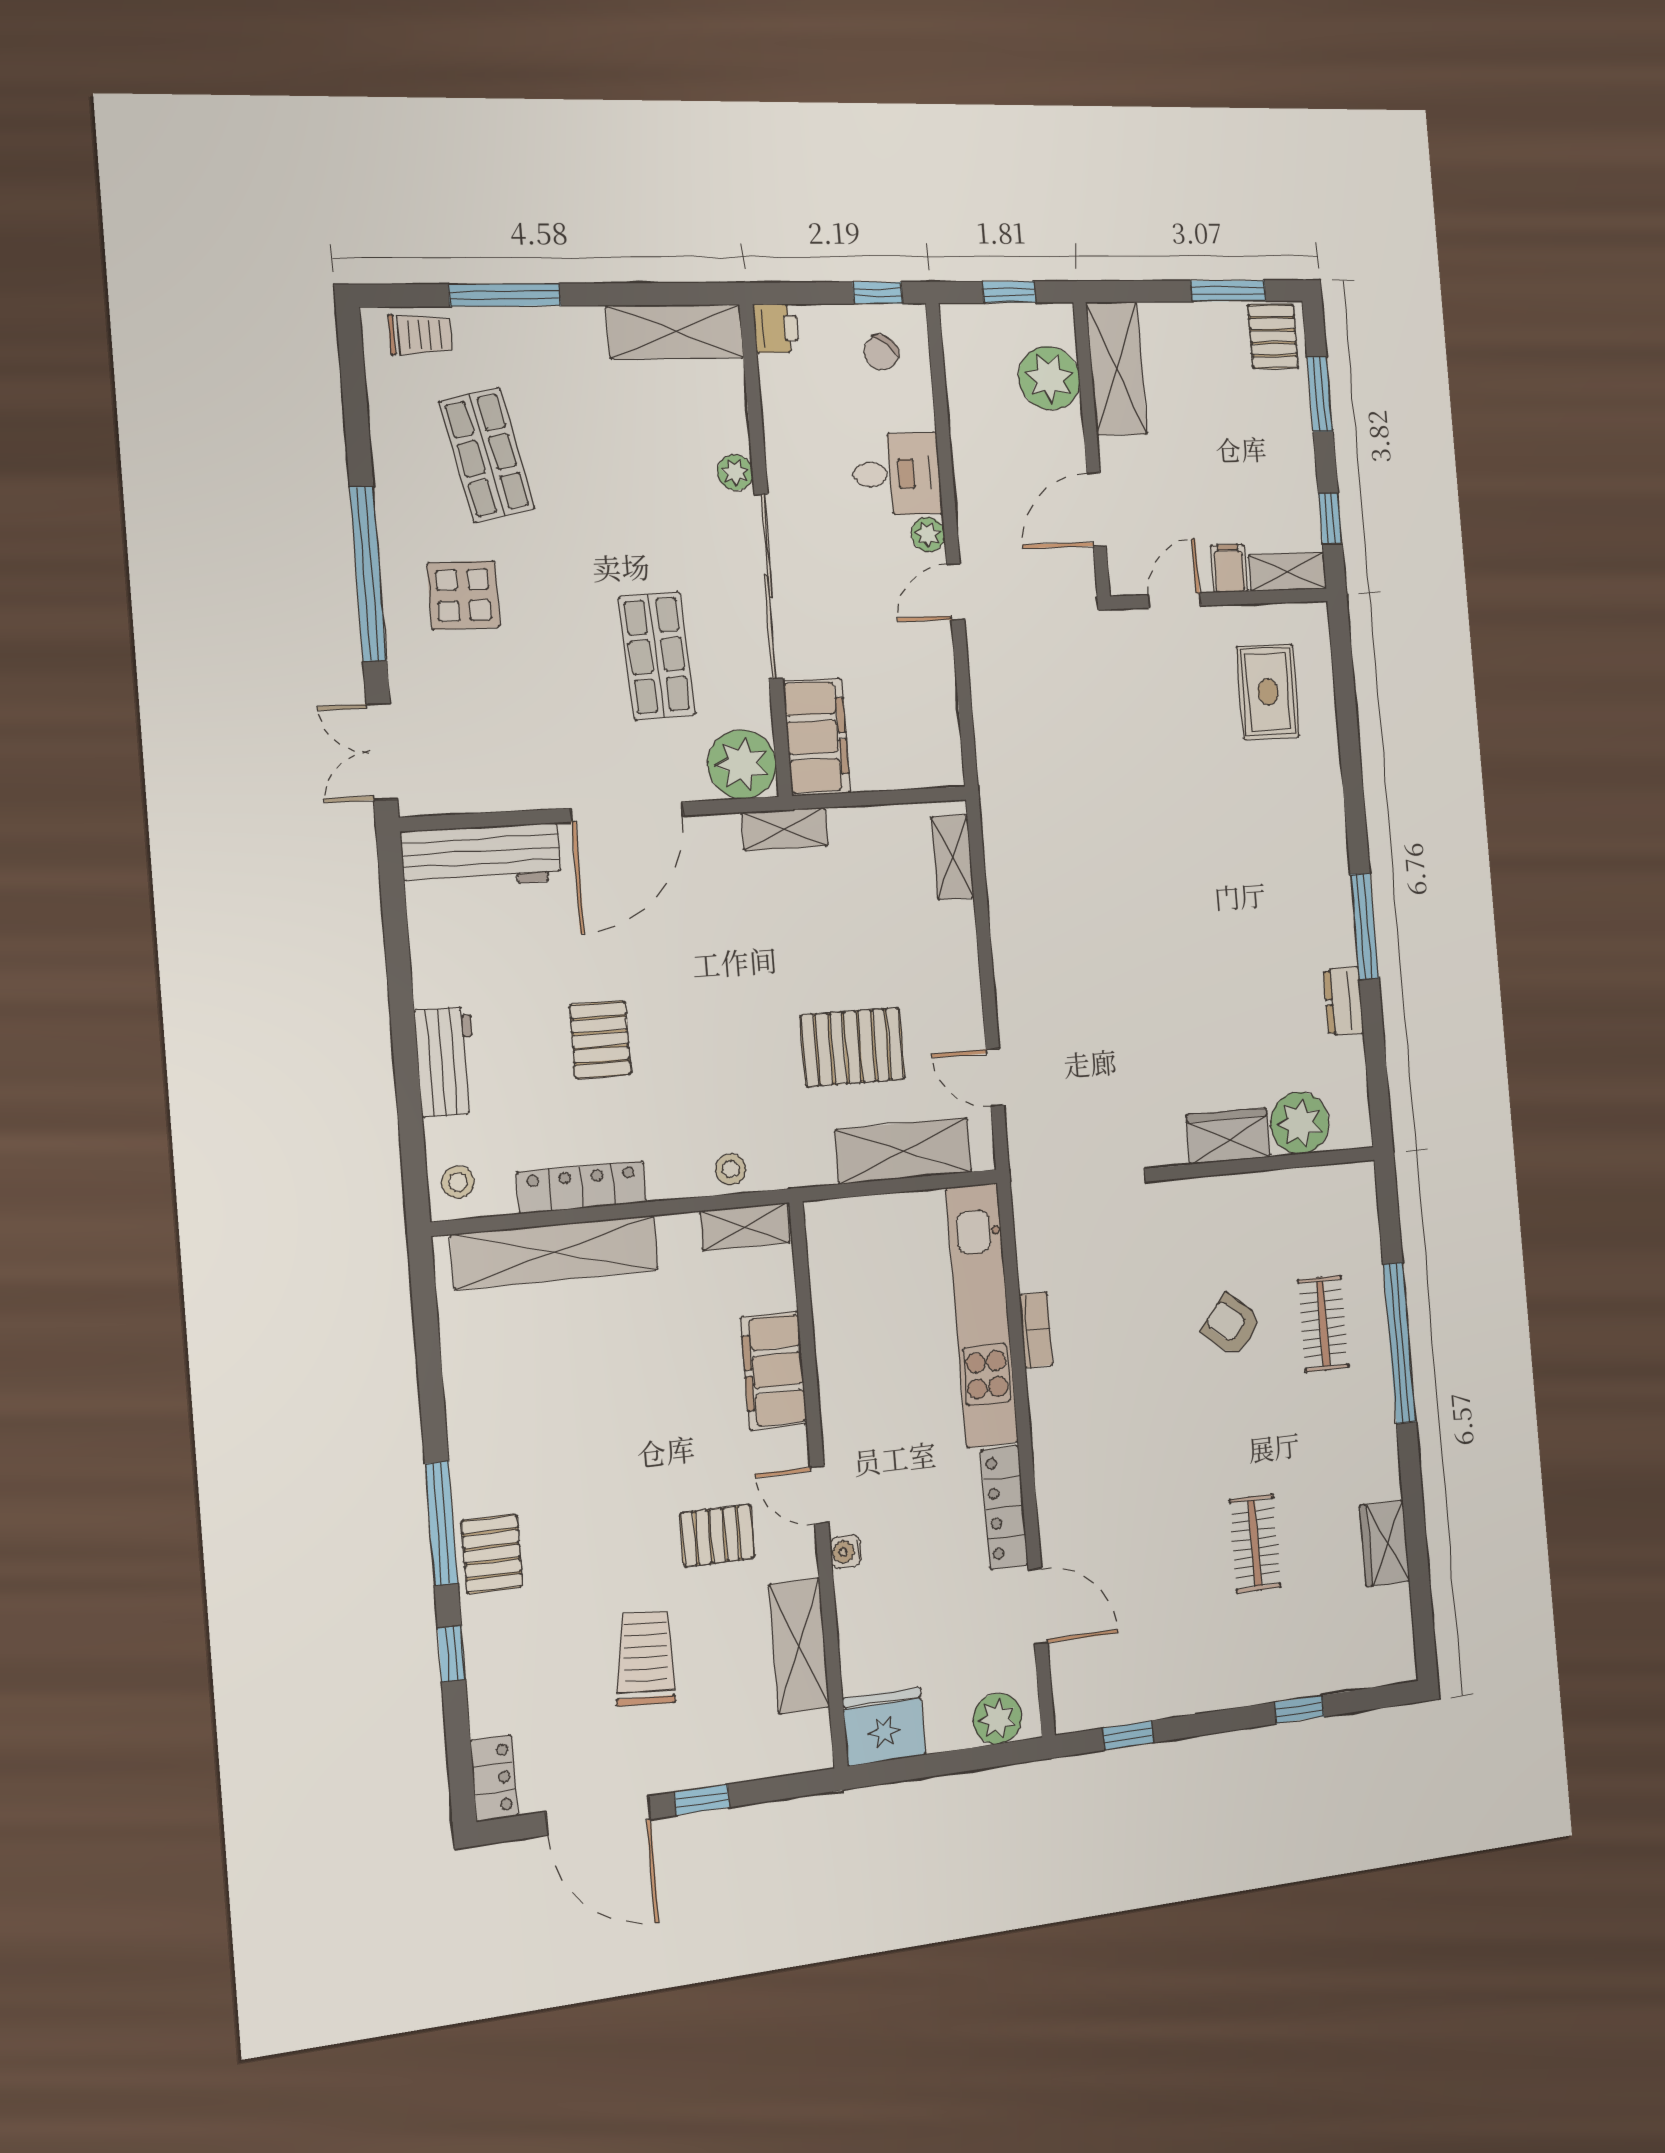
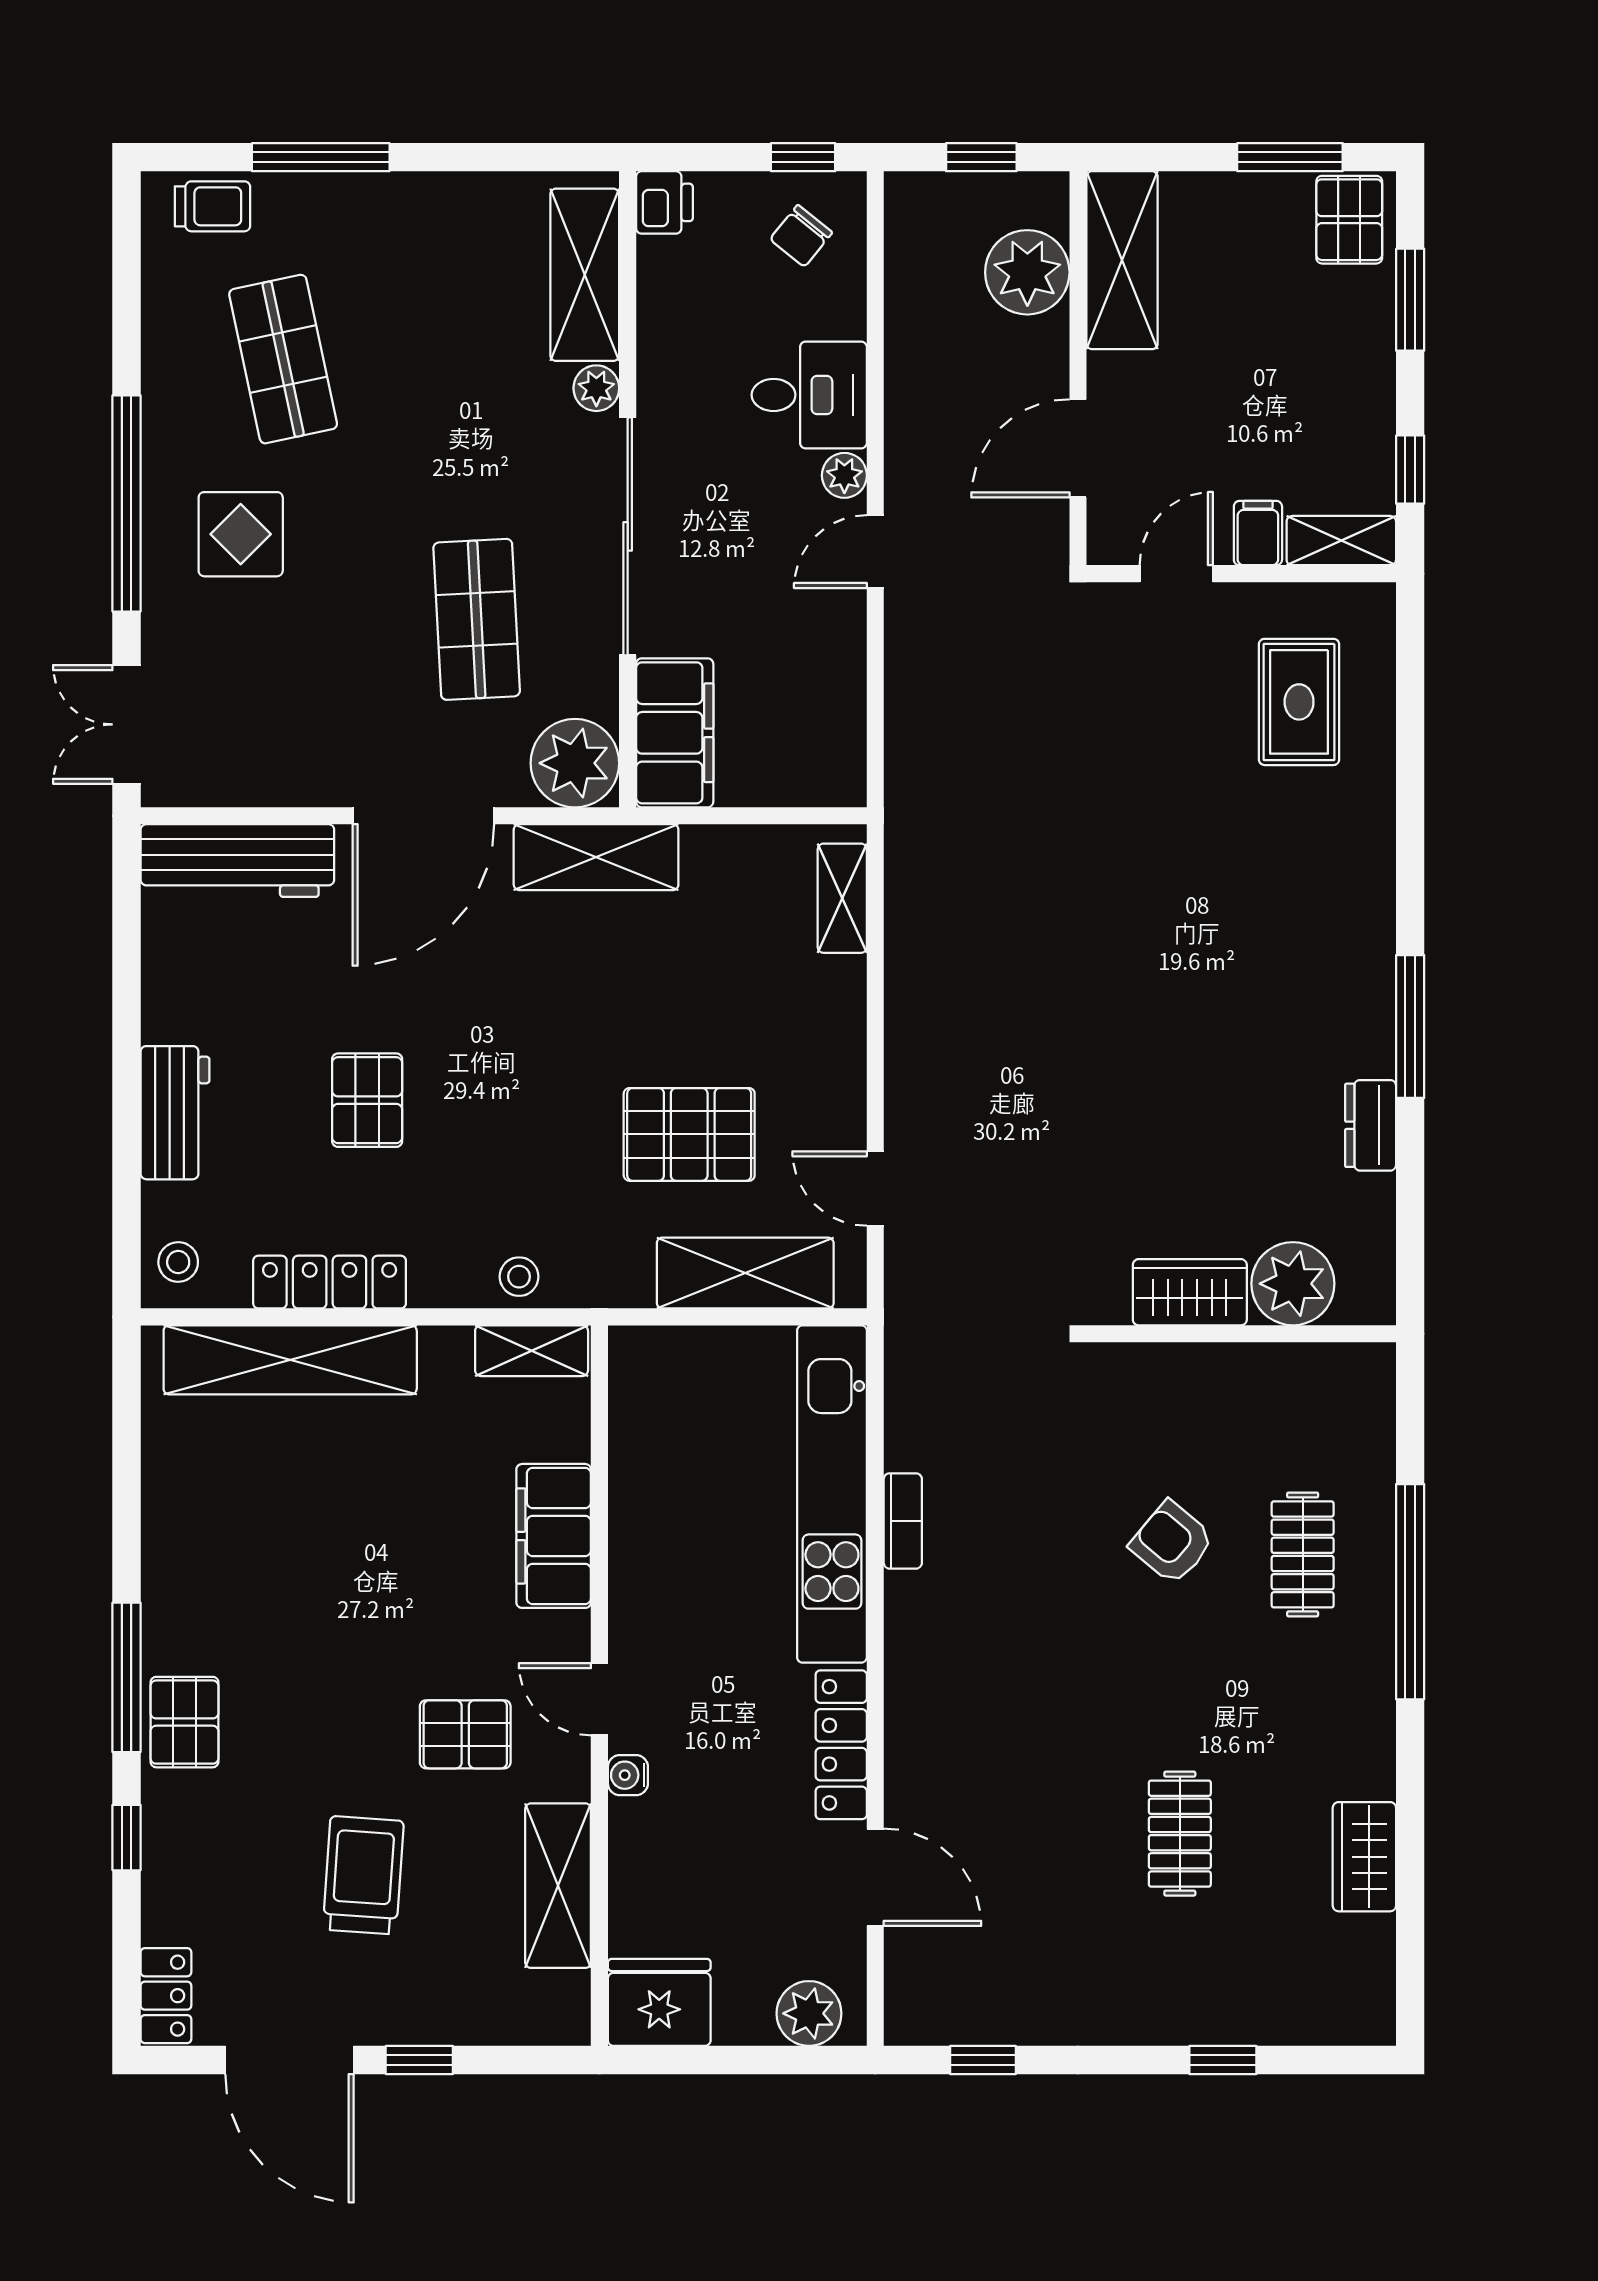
shelving: (675, 332) -> (585, 275), moved, turned 90
shelving: (785, 829) -> (596, 857), width x1.50, depth x1.33

